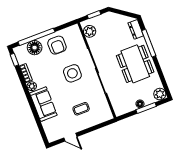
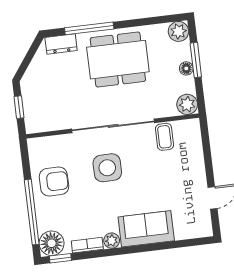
plant: (90, 31) -> (187, 104), moved
floor lamp: (35, 48) -> (52, 243), moved
coffee table: (81, 109) -> (164, 137), moved

